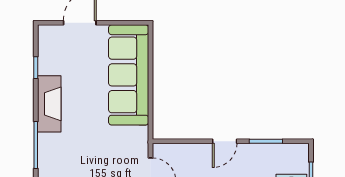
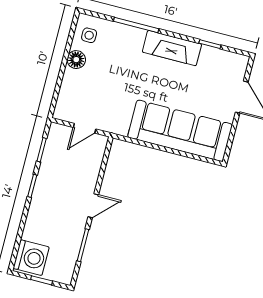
door: (225, 141) -> (93, 206), swing flipped

